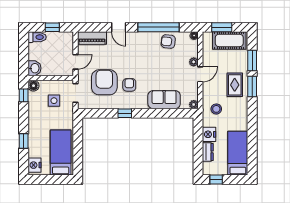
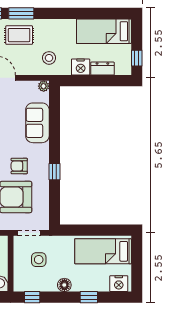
floor lamp: (34, 86) -> (64, 285), moved

